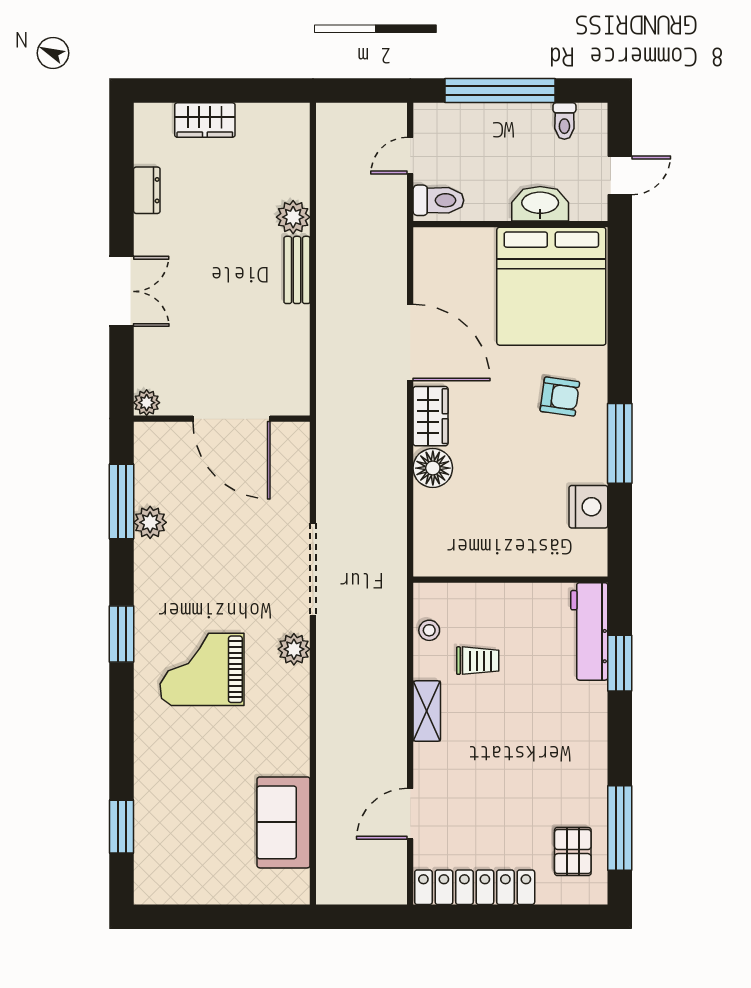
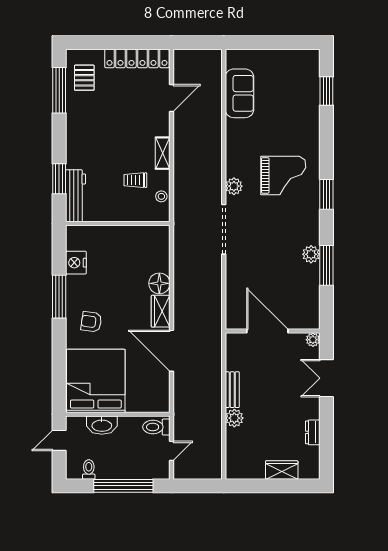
plant: (147, 403) -> (313, 340), moved
wall: (222, 419) -> (273, 331), moved
door: (231, 419) -> (267, 331), moved

